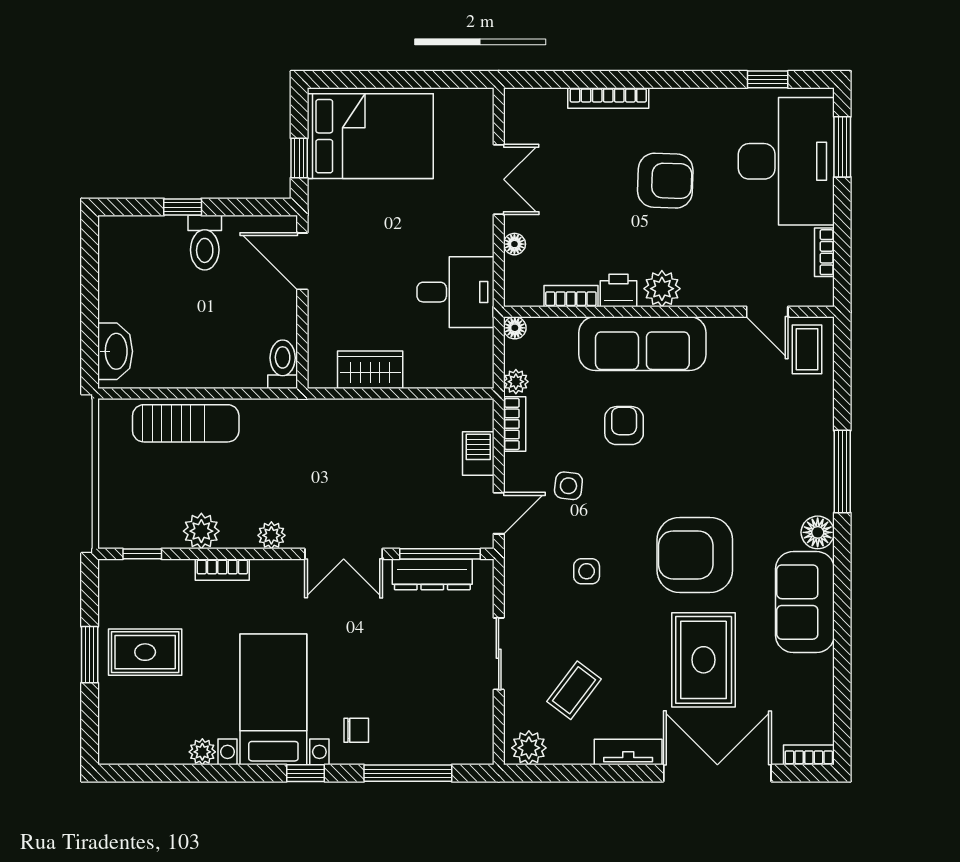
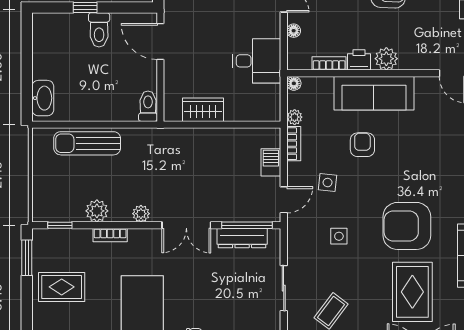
sun lounger: (186, 423) -> (87, 143), turned 180
window: (90, 655) -> (27, 258), moved

